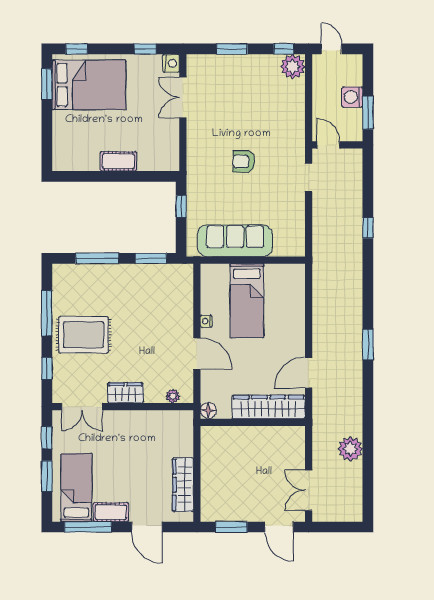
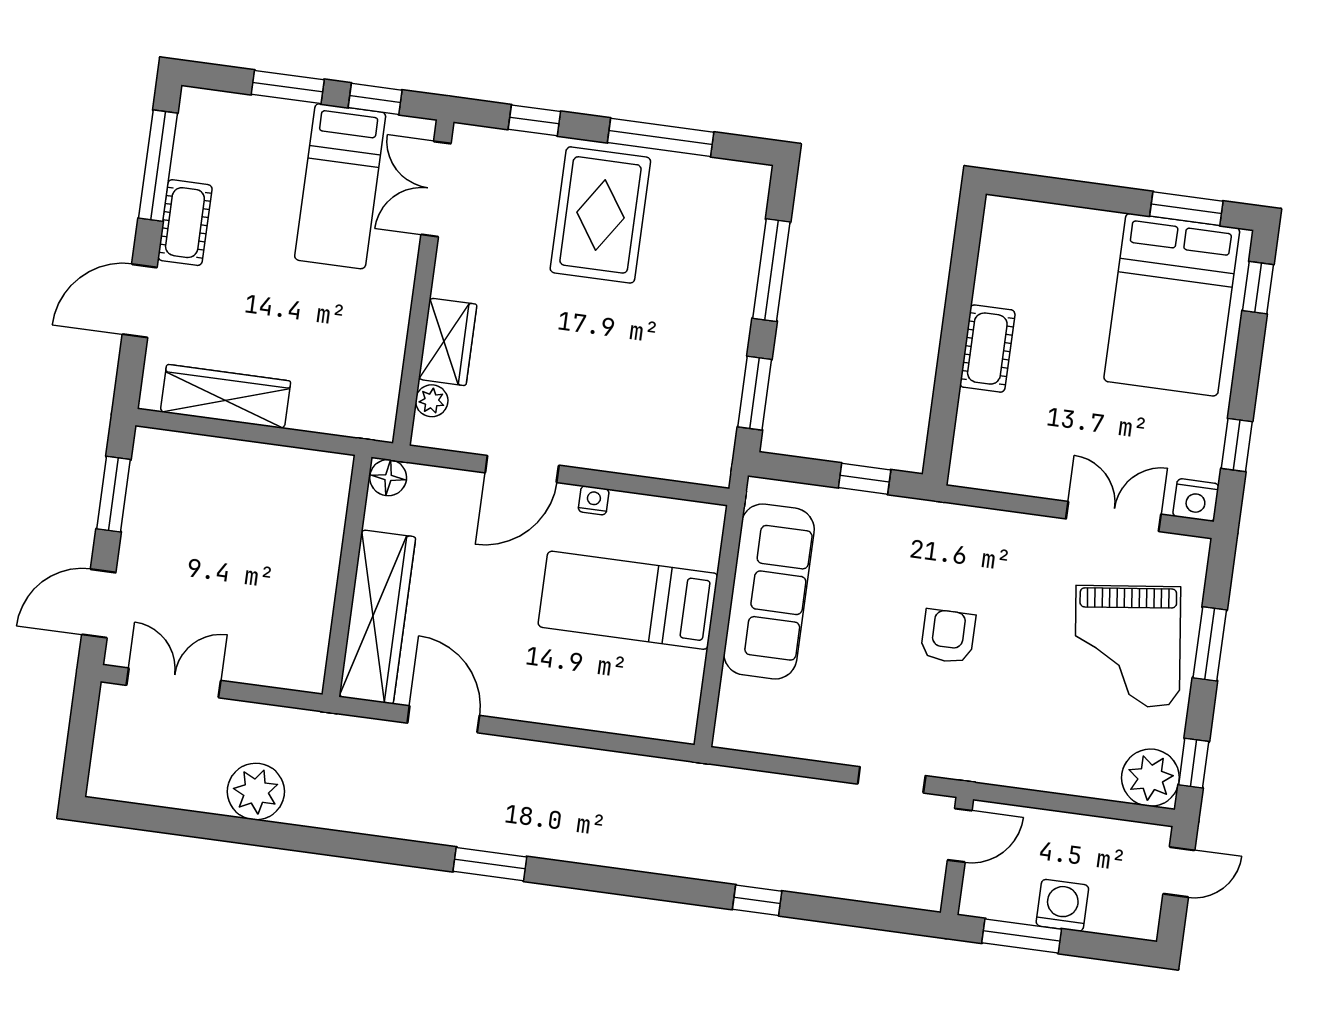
grand piano: (238, 84) -> (1128, 646), added
wardrobe: (125, 393) -> (448, 342), moved
bed: (76, 488) -> (340, 186), moved, turned 90

